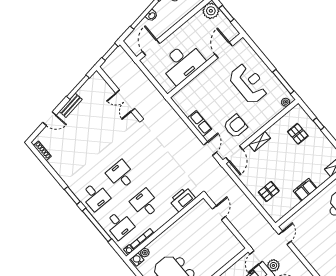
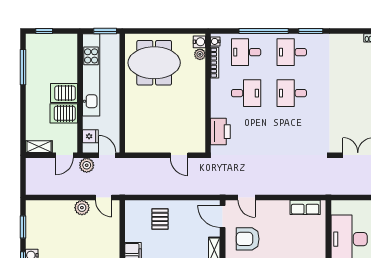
row of seats: (200, 124) -> (305, 207), moved
armchair: (235, 126) -> (248, 239), turned 90
desk: (121, 175) -> (292, 93), turned 180
plant: (302, 246) -> (82, 208), added

